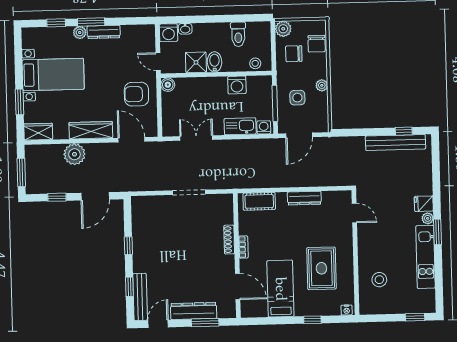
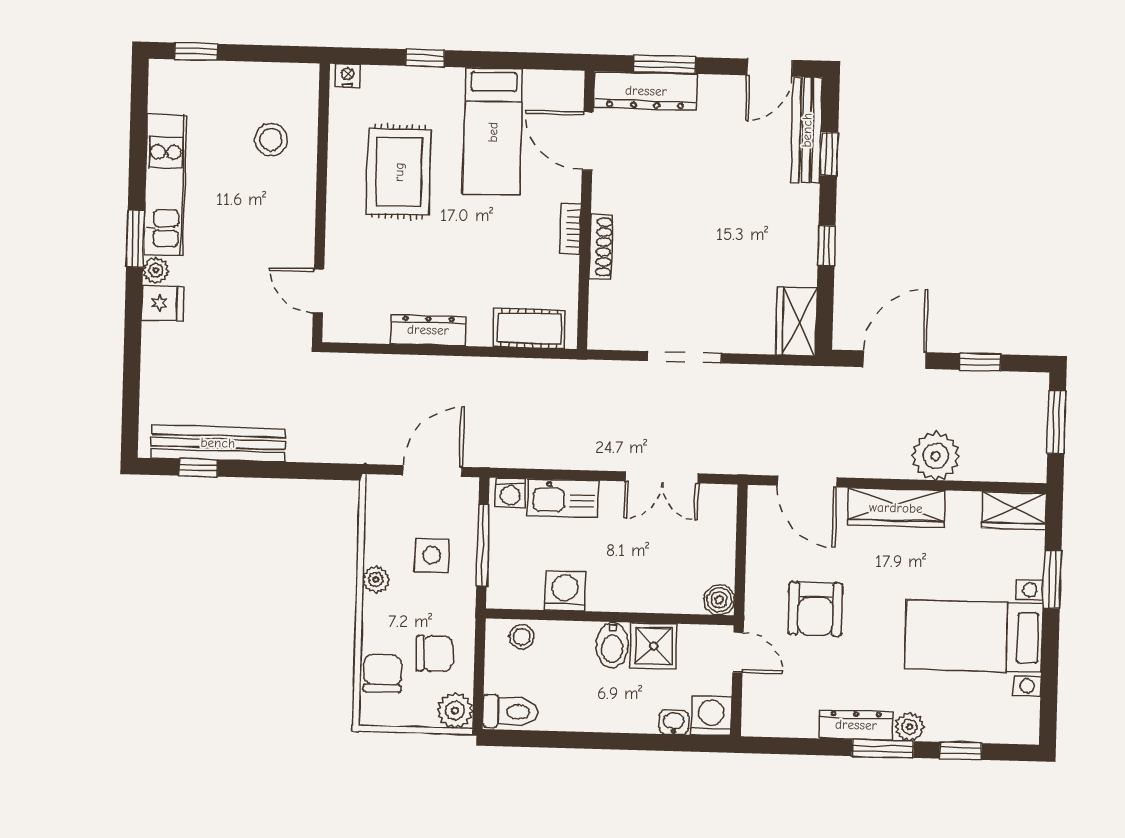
toilet: (238, 34) -> (510, 712), moved, turned 90
armchair: (136, 94) -> (815, 609), moved, turned 90
wardrobe: (140, 211) -> (796, 321), added
dresser: (194, 311) -> (646, 91), moved

